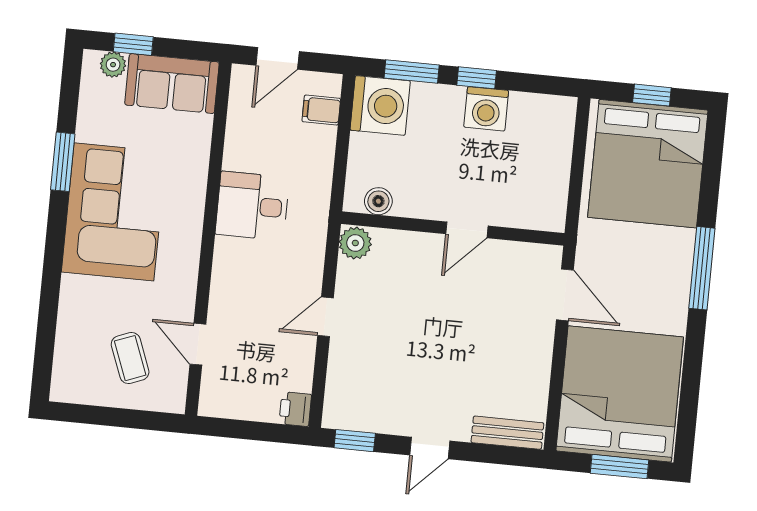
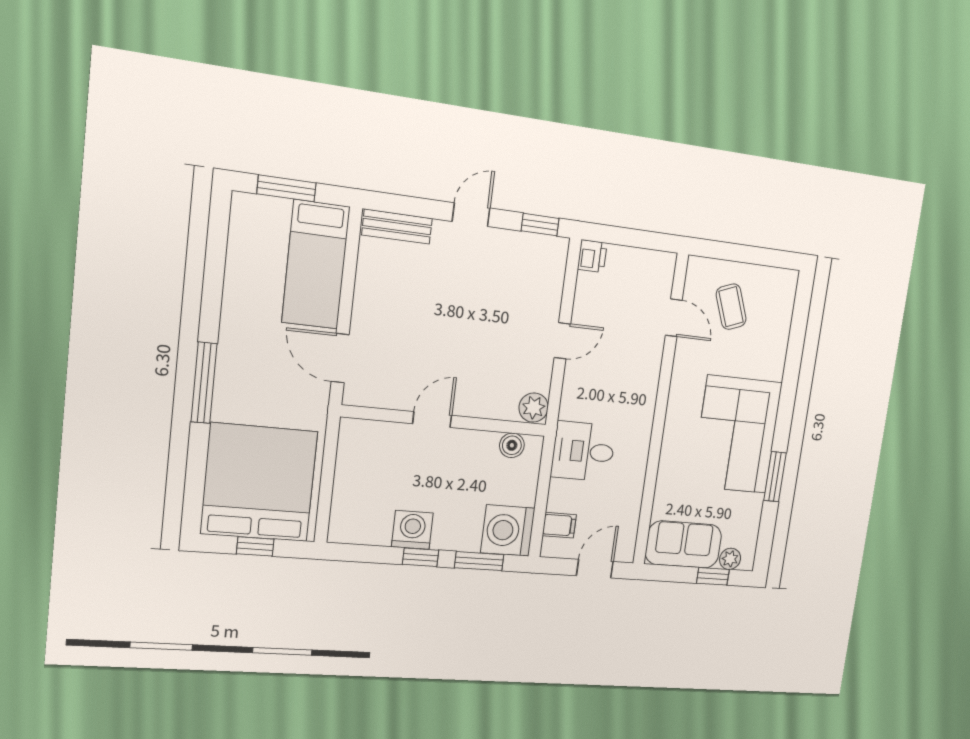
desk: (252, 206) -> (583, 451), moved, turned 180
bed: (620, 394) -> (316, 265), width x0.49

